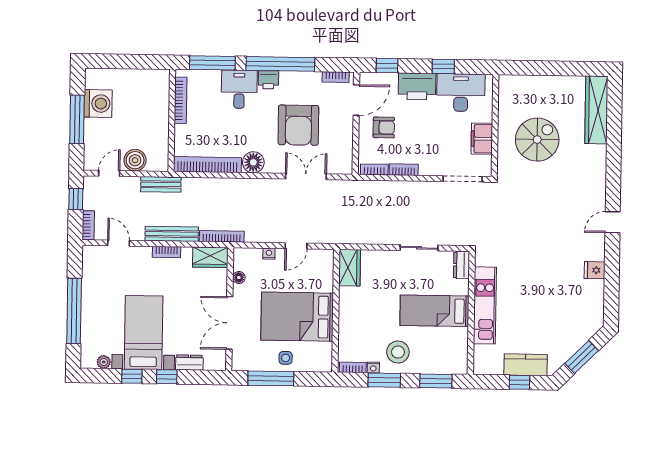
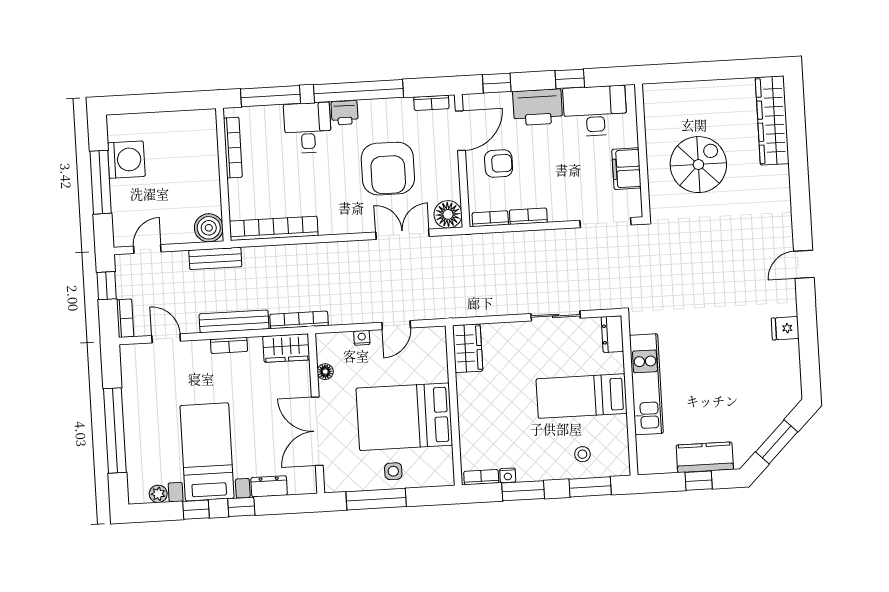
boiler: (135, 160) -> (209, 228), moved
floor lamp: (253, 162) -> (448, 214), moved
stool: (398, 352) -> (582, 454), moved, width x0.53, depth x0.53

